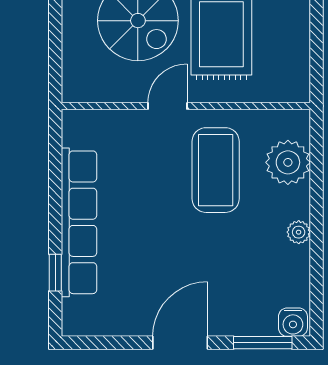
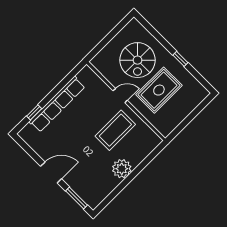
plant: (288, 162) -> (140, 150), removed
plant: (299, 232) -> (122, 169), width x1.88, depth x1.88
water cooler: (293, 322) -> (92, 201), removed

